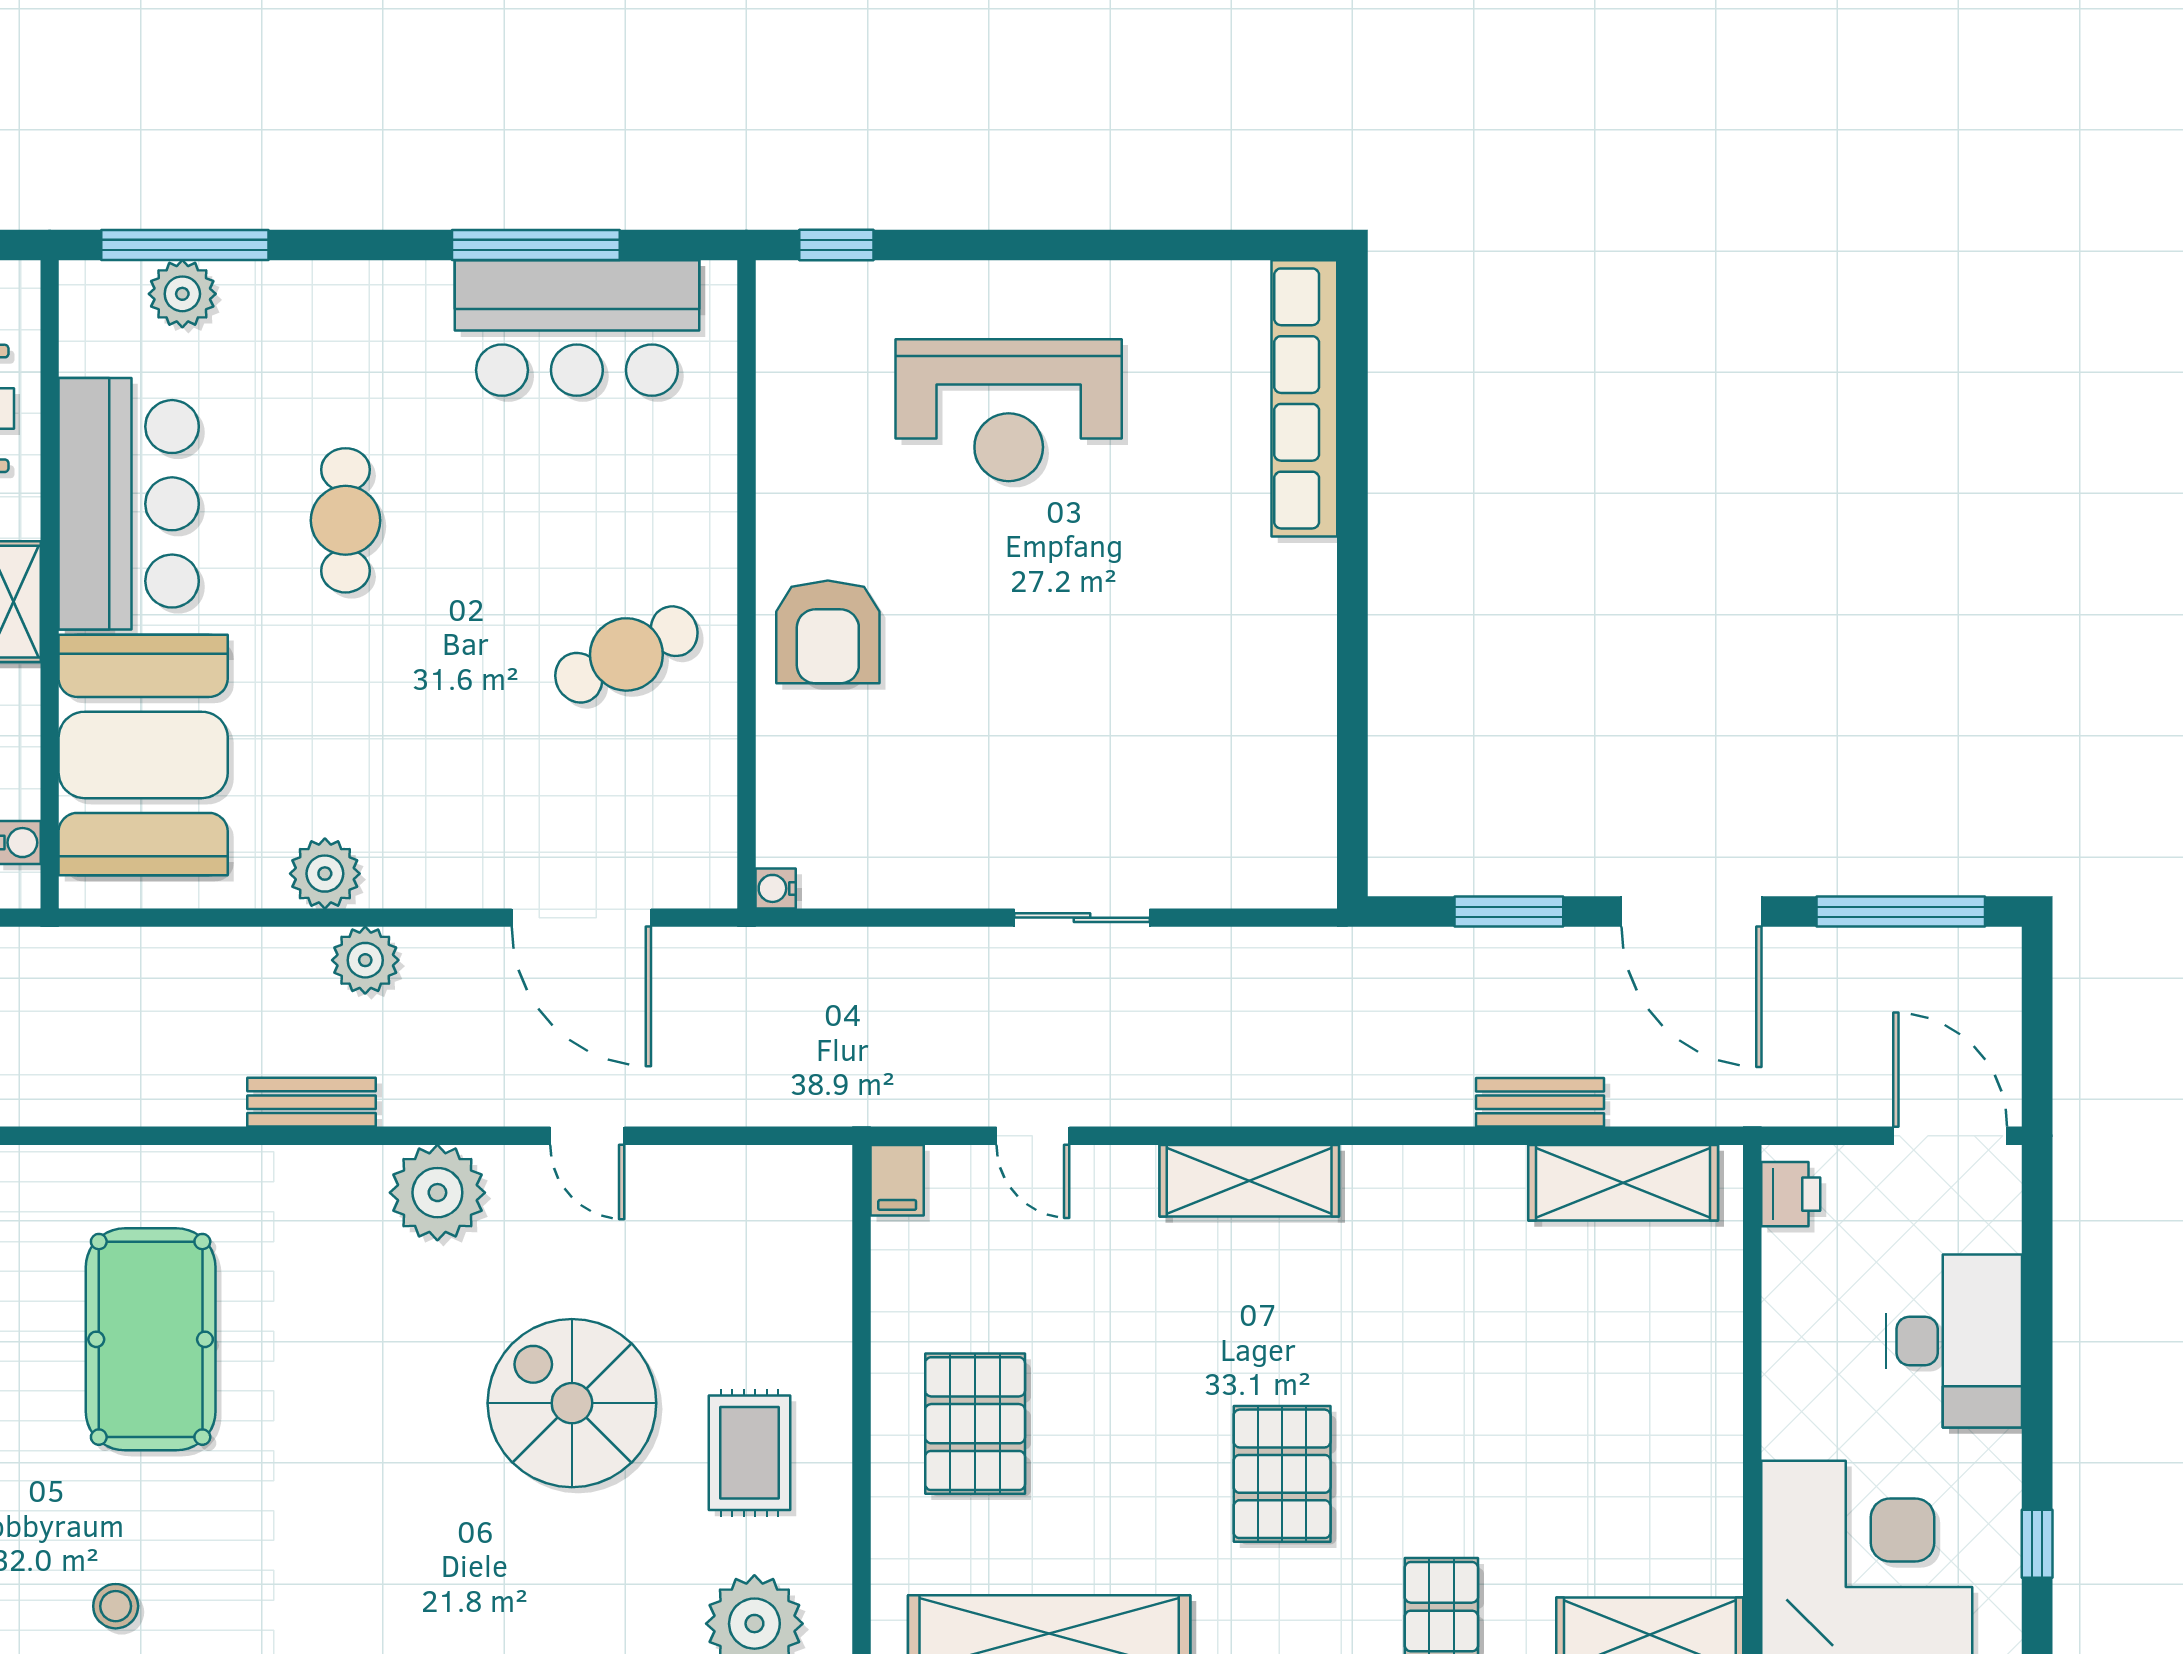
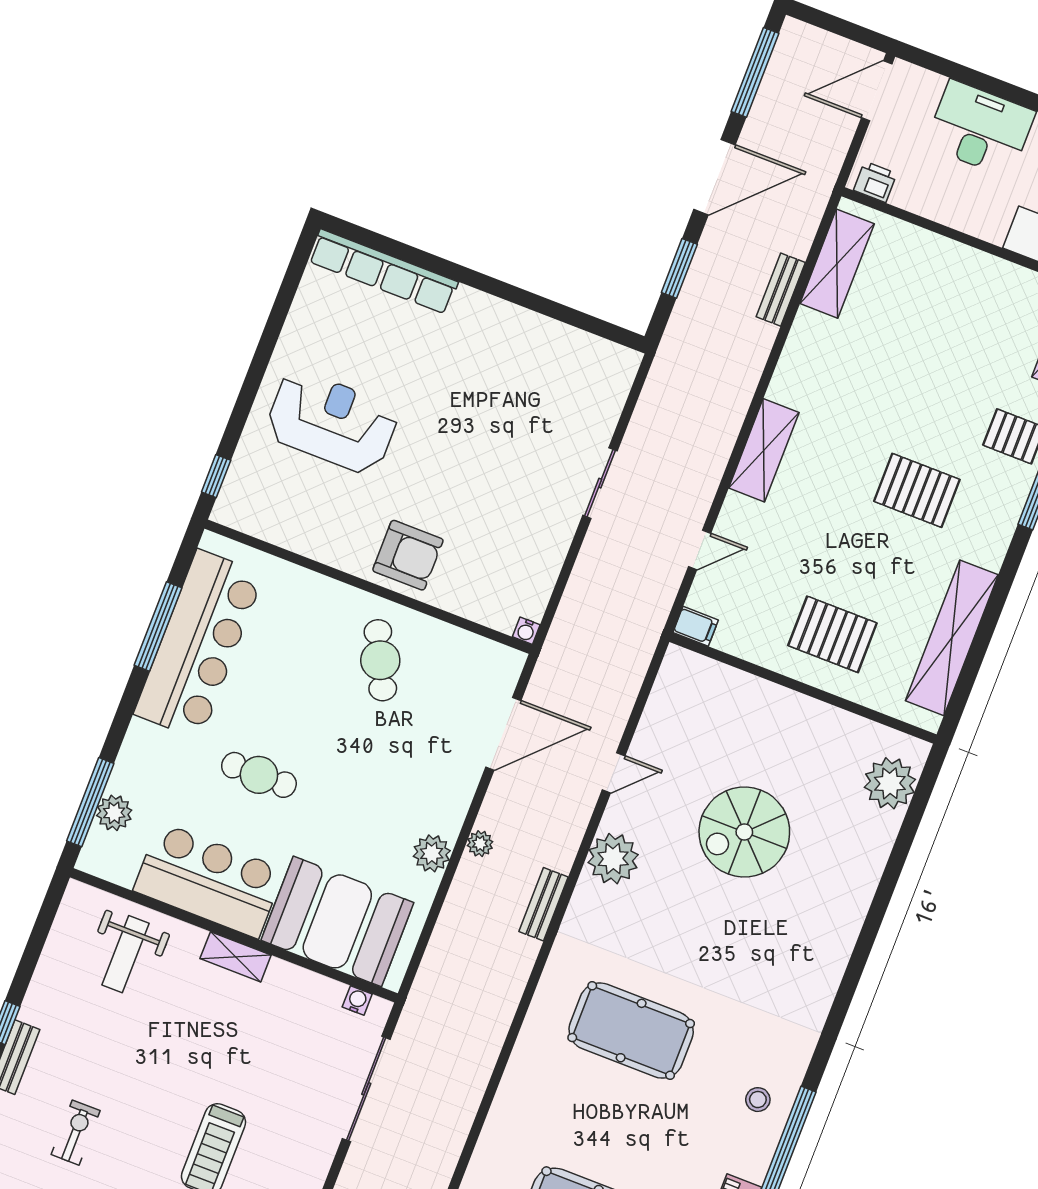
bar counter: (577, 328) -> (199, 644), width x1.36
reception desk: (1009, 410) -> (332, 422), turned -90
plant: (365, 960) -> (480, 844), width x0.73, depth x0.73
rug: (749, 1453) -> (804, 753), removed

